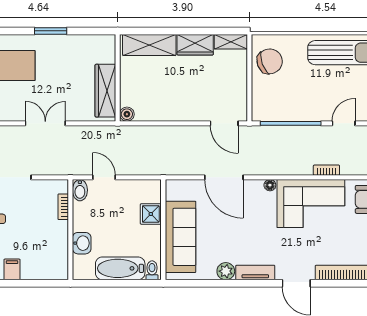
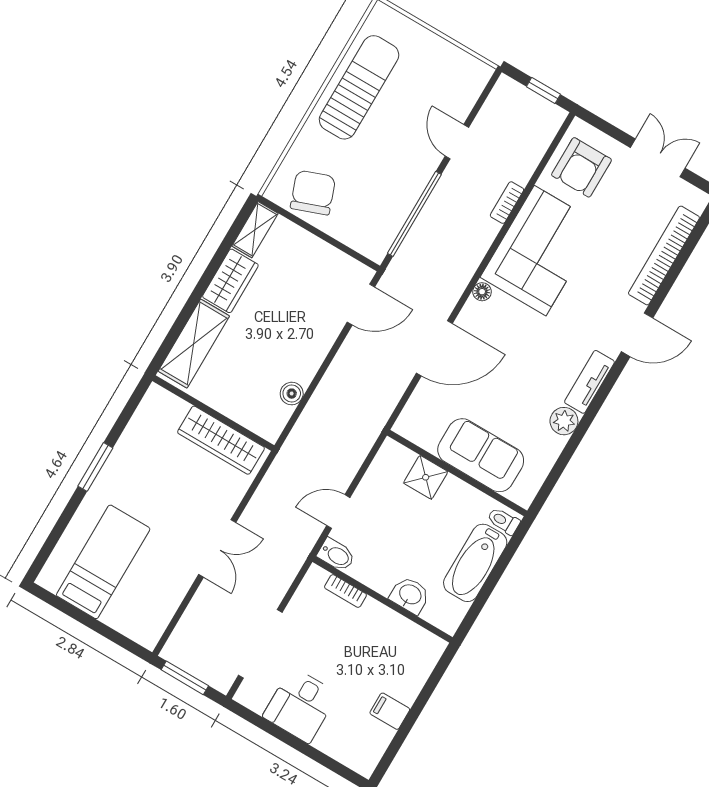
boiler: (127, 114) -> (292, 394), moved
double door: (45, 123) -> (217, 548), swing flipped
sofa: (180, 237) -> (481, 455), width x0.73

